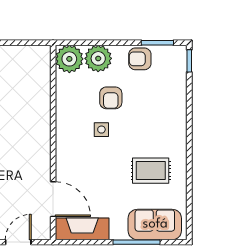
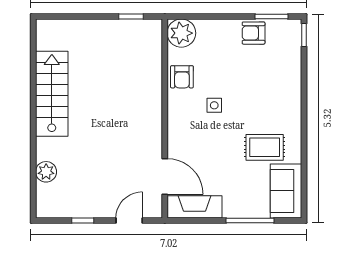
window: (20, 43) -> (131, 16), added
plant: (98, 58) -> (211, 33), removed
armchair: (111, 98) -> (182, 77), moved
sofa: (155, 224) -> (286, 191), moved, turned -90

